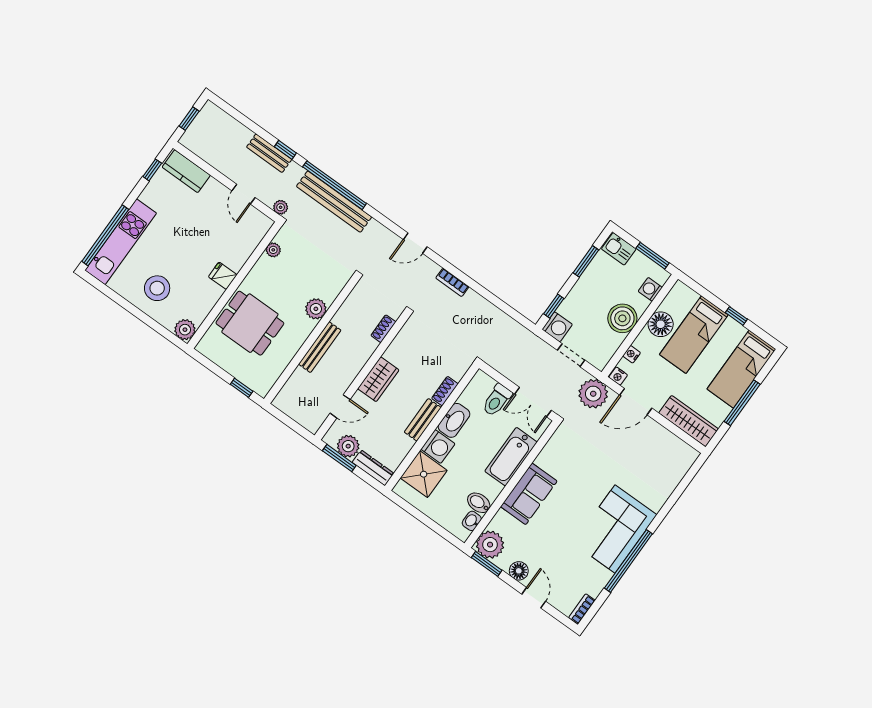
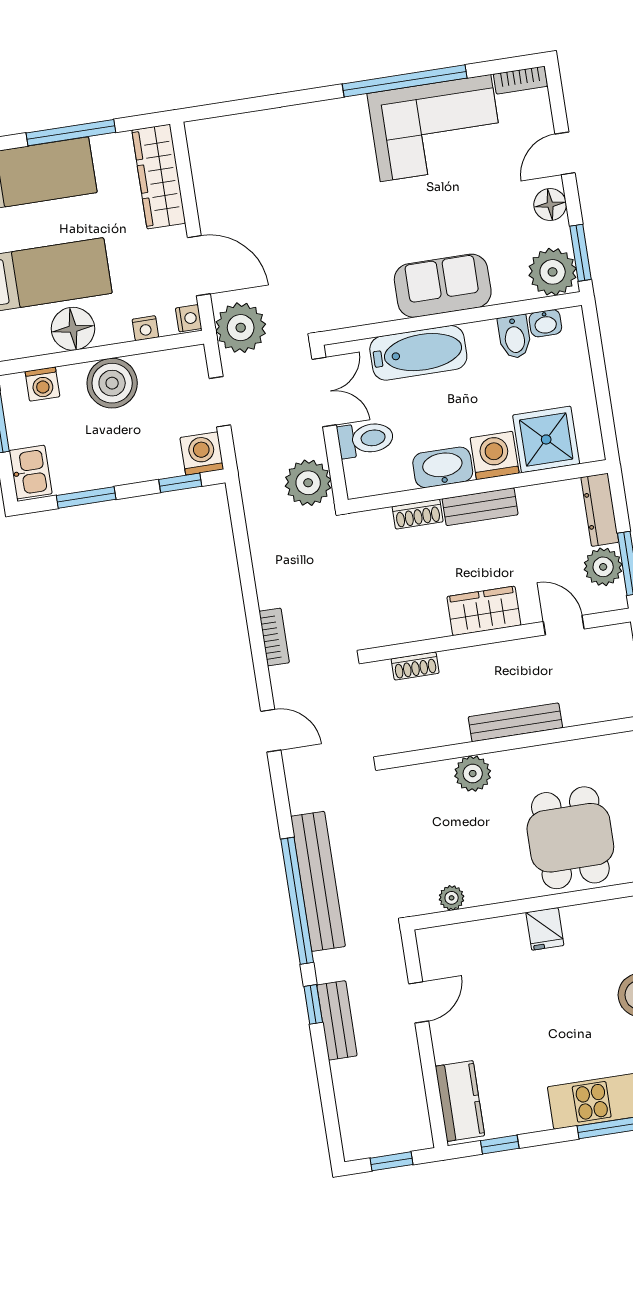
plant: (281, 207) -> (308, 483), moved, width x1.88, depth x1.88
corner sofa: (615, 529) -> (436, 128), moved

